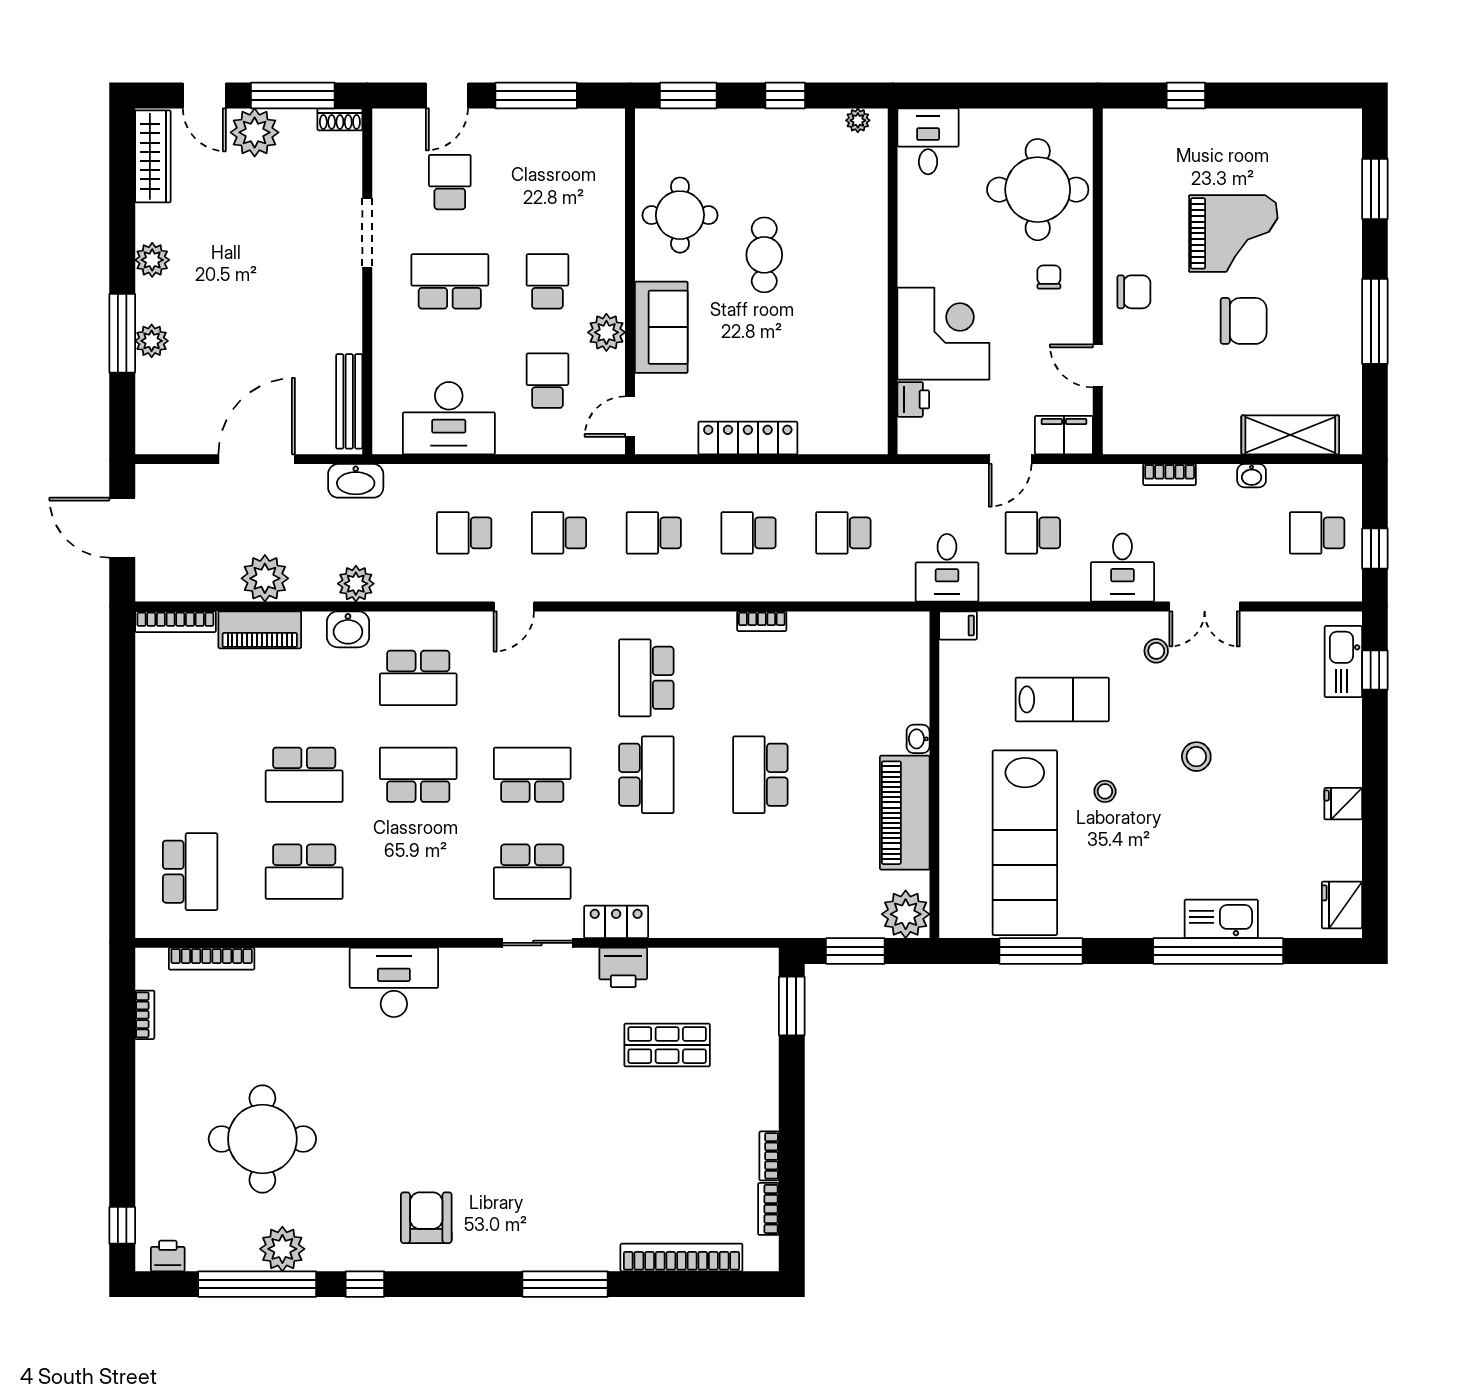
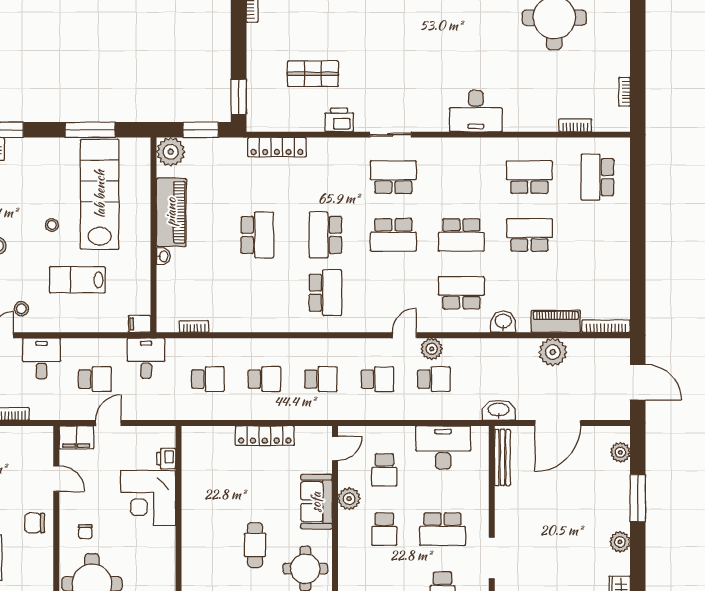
plant: (152, 341) -> (620, 452), moved
plant: (356, 584) -> (432, 349), moved
bookcase: (762, 621) -> (194, 326), moved
locker: (616, 922) -> (277, 147), moved, width x1.53
bookcase: (212, 959) -> (575, 125), width x0.64

